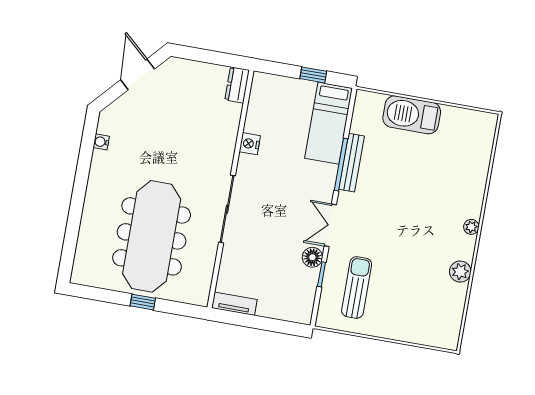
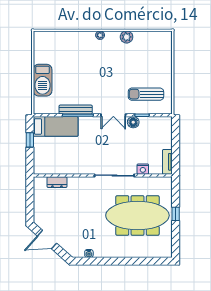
dresser: (237, 85) -> (57, 182), moved
nightstand: (250, 144) -> (143, 169), moved

